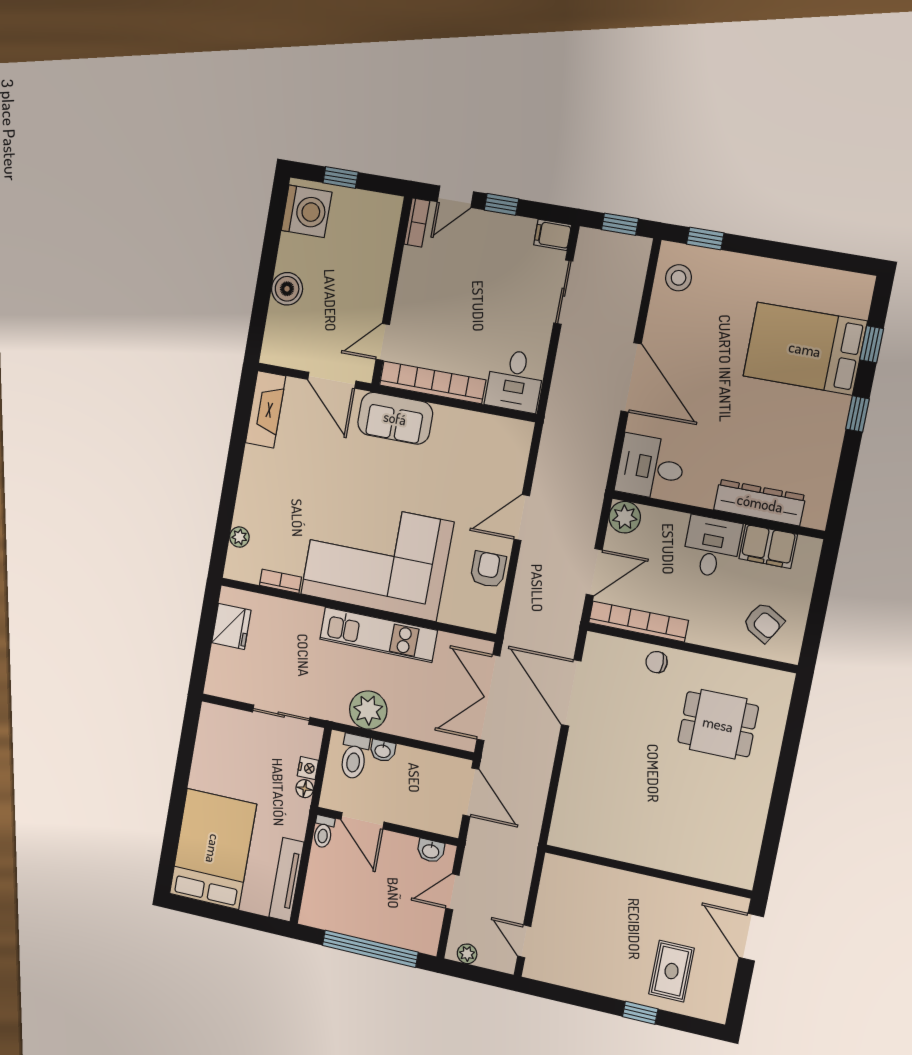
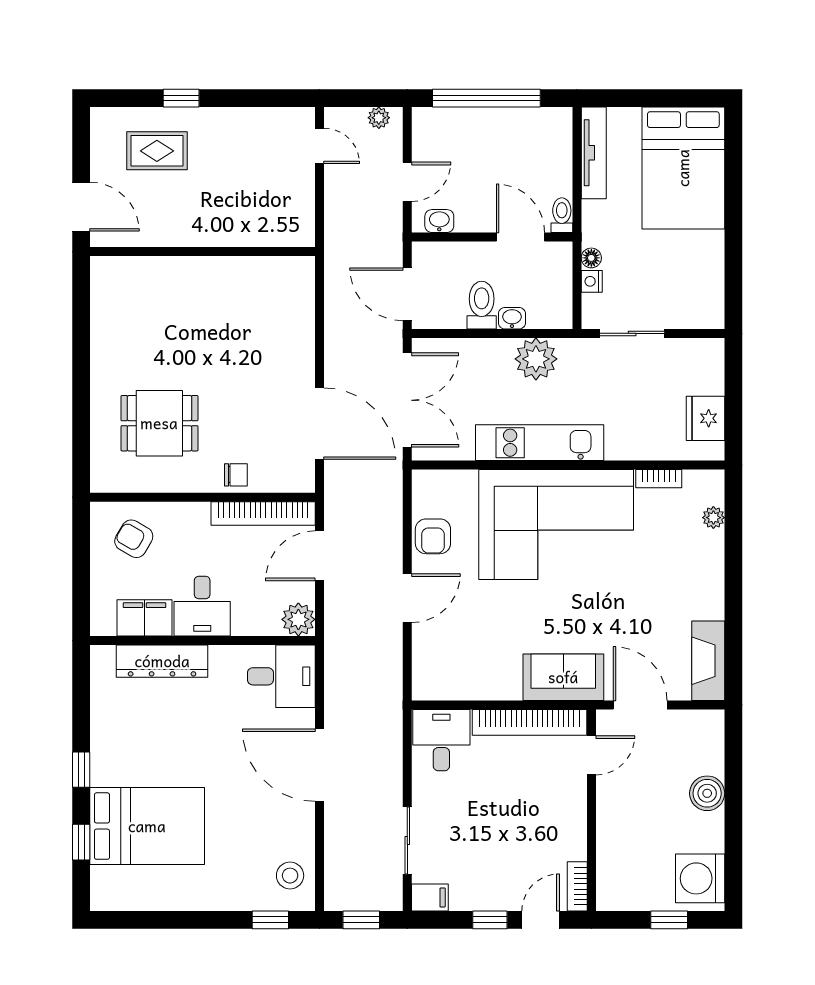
toilet: (354, 757) -> (482, 305), moved
rug: (672, 971) -> (157, 151), turned 90

